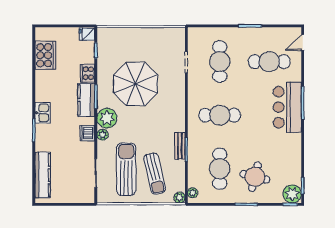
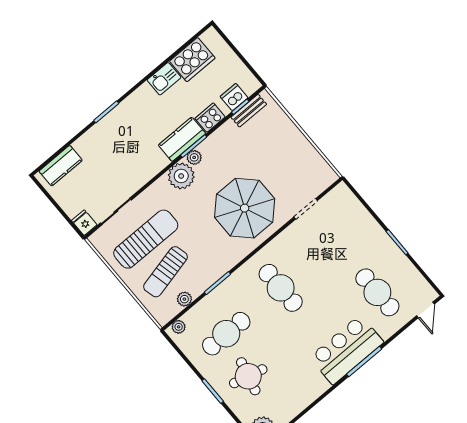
fridge: (87, 34) -> (84, 223), moved
door: (303, 42) -> (425, 310), swing flipped
cafe table: (220, 62) -> (335, 242), removed
parasol: (135, 84) -> (245, 208), moved
kitchen sink: (43, 113) -> (164, 79), moved
dishwasher: (87, 133) -> (234, 97), moved
plant: (103, 135) -> (194, 157), moved
bench: (180, 146) -> (249, 111), moved
kitchen counter: (43, 175) -> (61, 166), width x0.67
plant: (180, 198) -> (184, 299), moved

